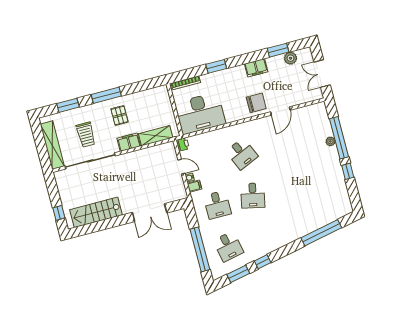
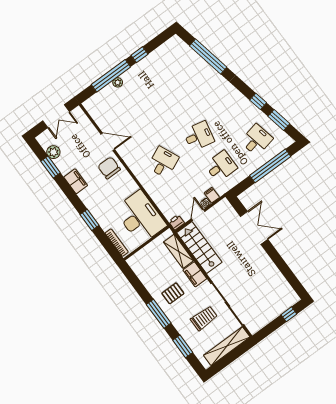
stairs: (96, 212) -> (199, 248), moved, turned 180

